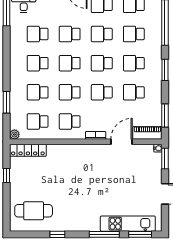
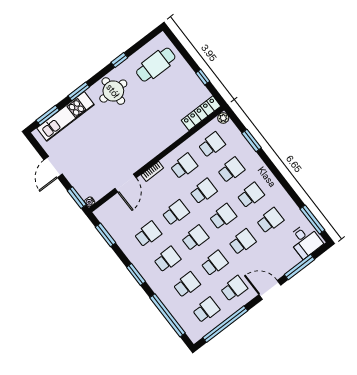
piano: (147, 133) -> (109, 208), removed
round table: (79, 215) -> (113, 91), added
window: (104, 234) -> (79, 91), width x0.69

